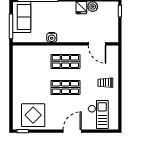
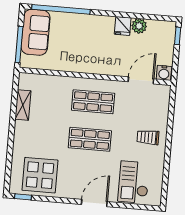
water cooler: (52, 37) -> (164, 73), moved
door: (97, 44) -> (141, 80), swing flipped
shelving: (17, 68) -> (23, 105), added
checkout: (98, 114) -> (134, 182), turned 180

